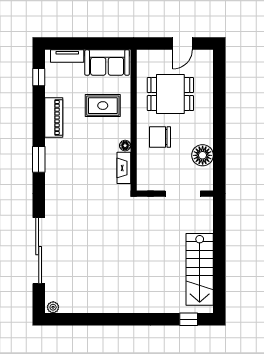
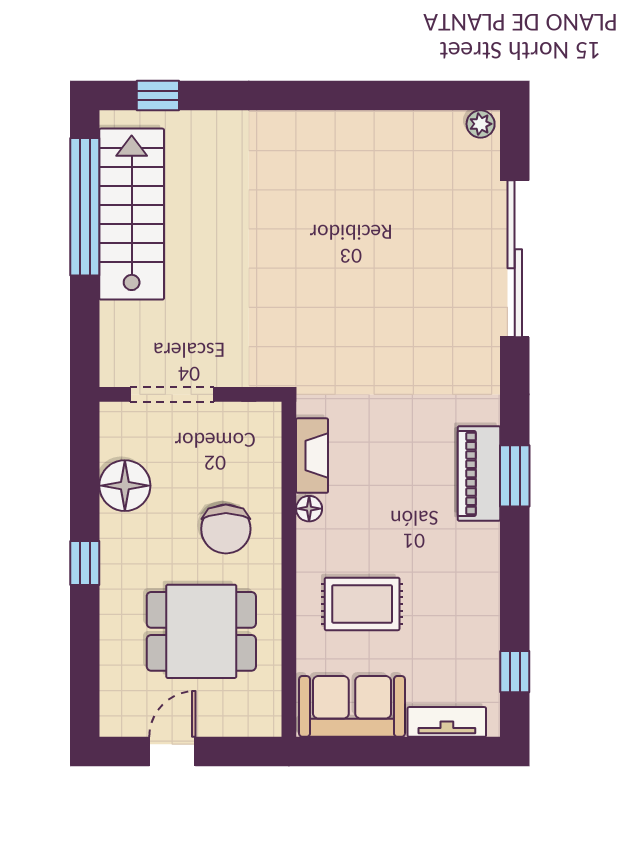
piano: (54, 117) -> (479, 473), moved
window: (219, 123) -> (85, 563), added
chair: (160, 137) -> (226, 529), turned 90
window: (219, 272) -> (85, 207), added

